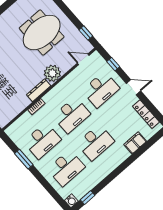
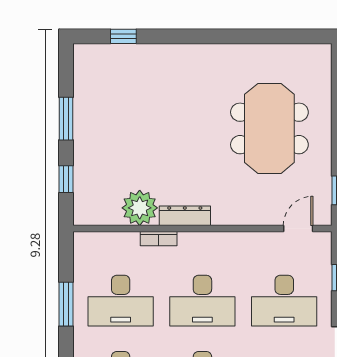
meeting table: (42, 32) -> (269, 128), turned 90
door: (83, 59) -> (298, 228), hinge flipped
plant: (52, 73) -> (140, 208), moved

